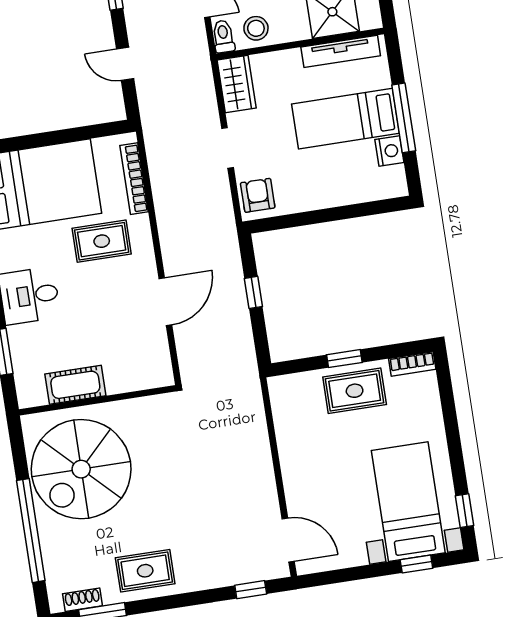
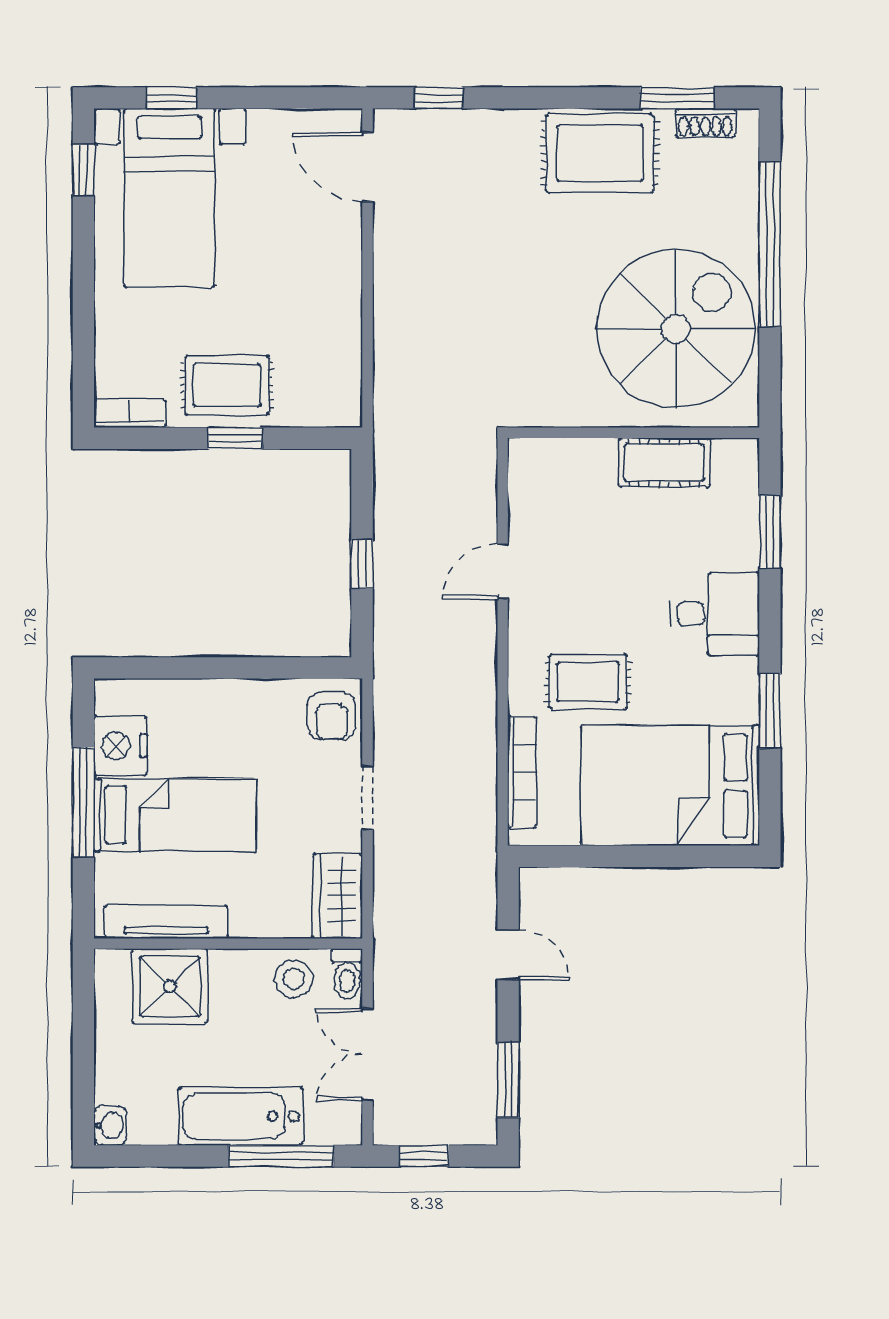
nightstand: (389, 151) -> (120, 746), width x1.36, depth x1.33
door: (165, 302) -> (503, 571), width x0.73
rug: (145, 571) -> (600, 153), width x1.36, depth x1.43

